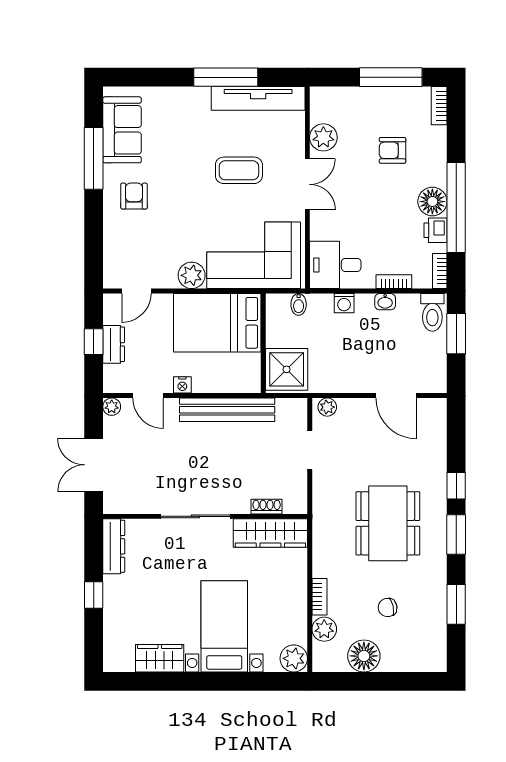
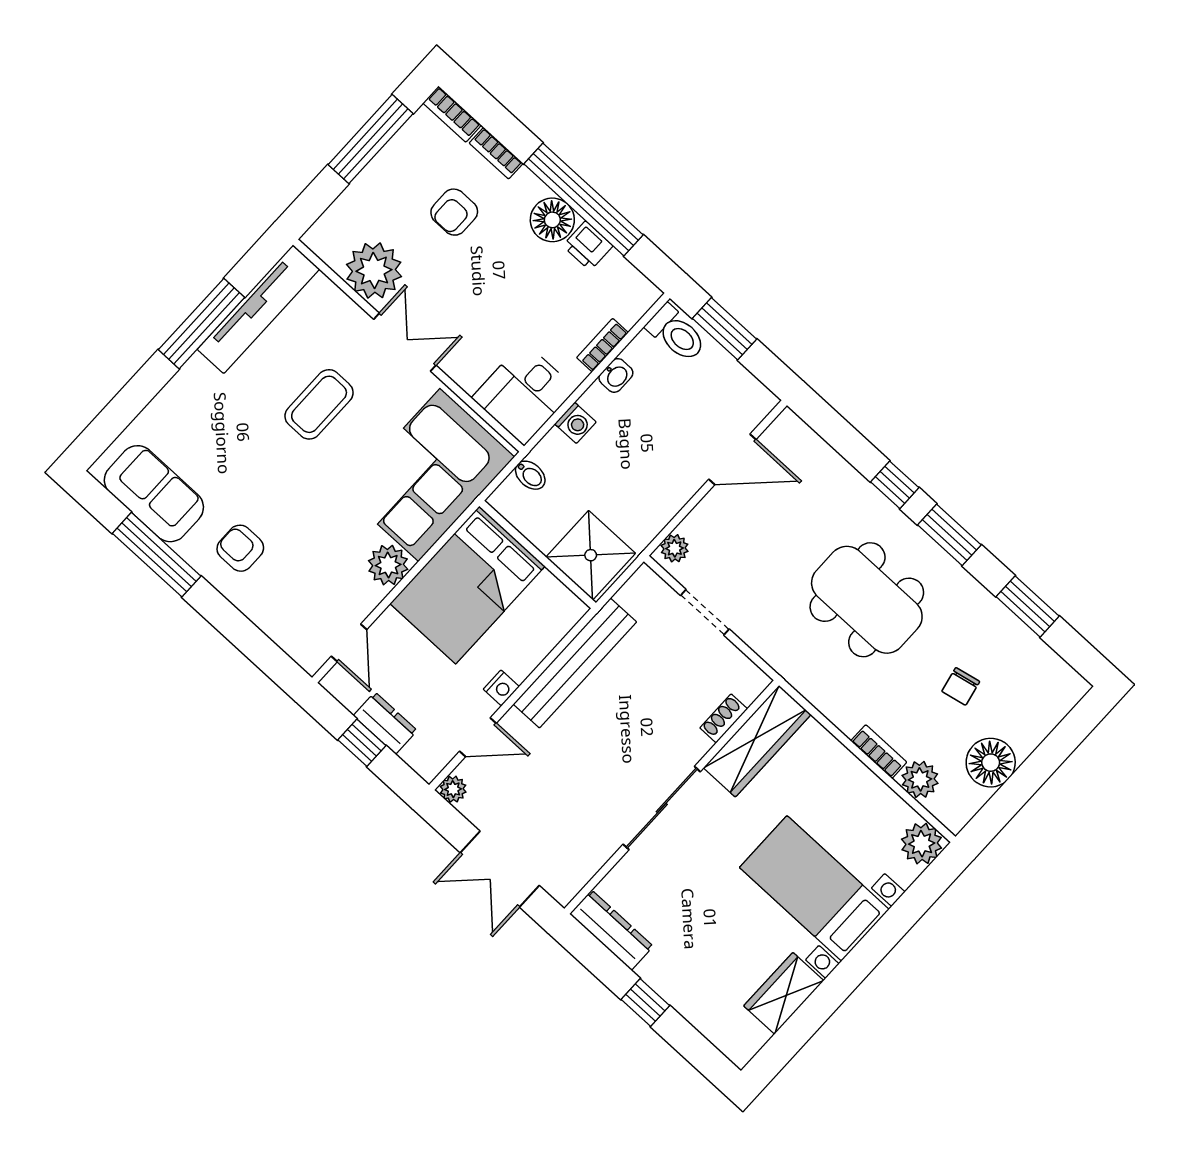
plant: (323, 137) -> (374, 271), width x1.36, depth x1.36
bookcase: (440, 271) -> (496, 153), moved

